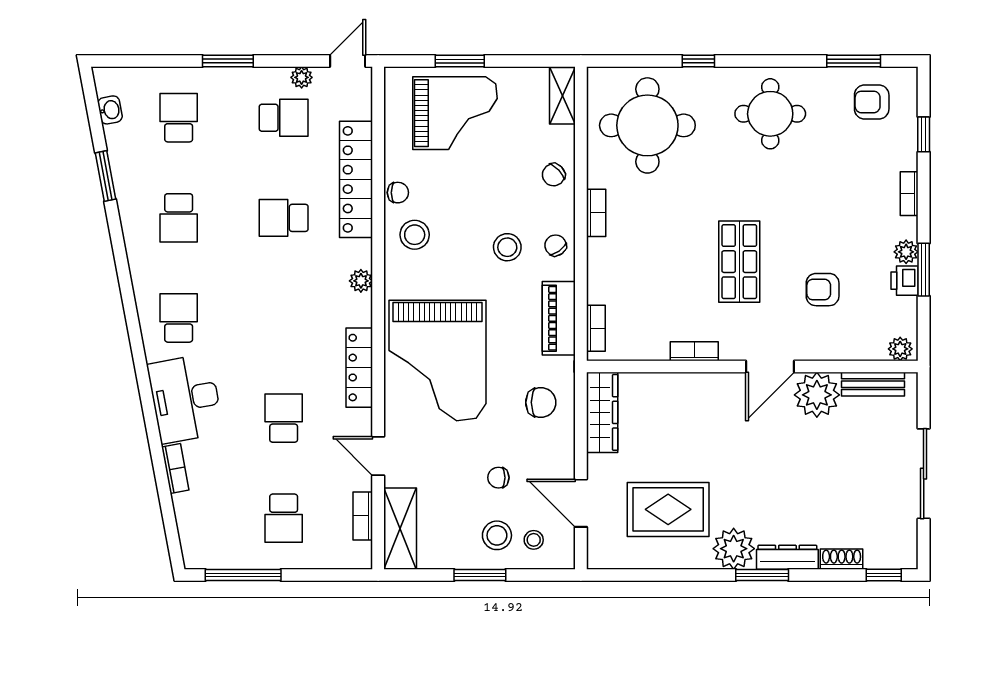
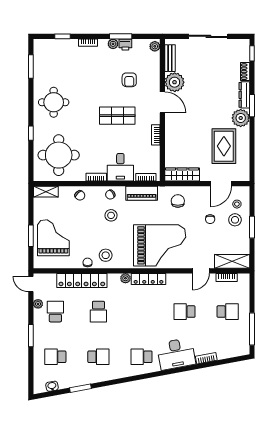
armchair: (872, 102) -> (49, 59), removed
desk: (619, 269) -> (120, 167), added
locker: (359, 368) -> (148, 279), moved

